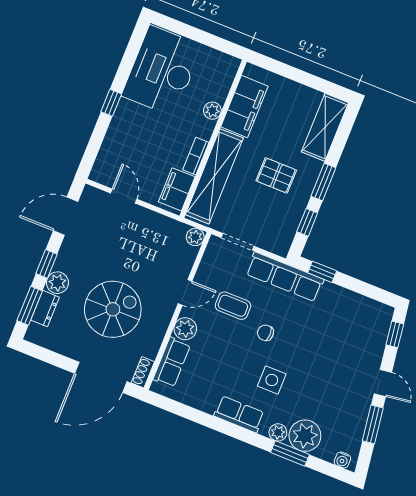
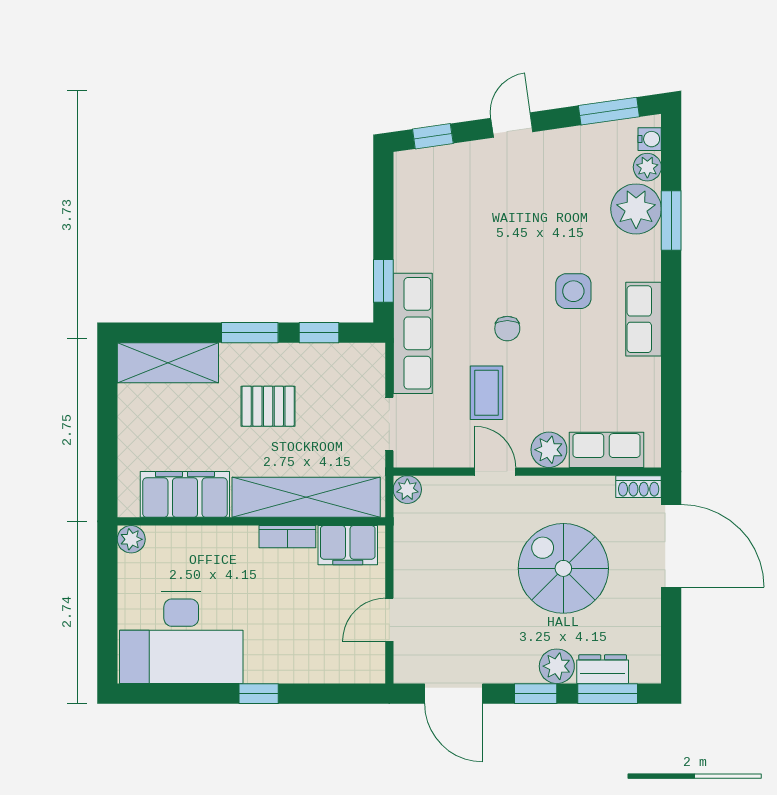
plant: (212, 111) -> (131, 539), moved
pallet: (276, 175) -> (268, 406), turned 90
window: (373, 424) -> (609, 111), moved
plant: (278, 432) -> (647, 167), moved

